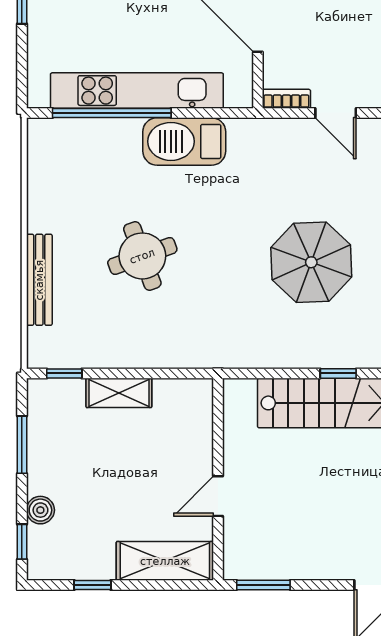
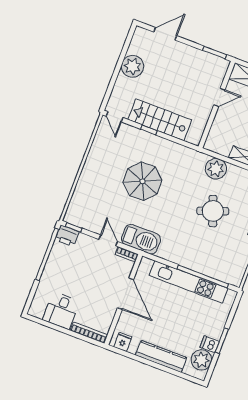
barbecue: (184, 141) -> (141, 239), moved
plant: (169, 346) -> (216, 169), added

